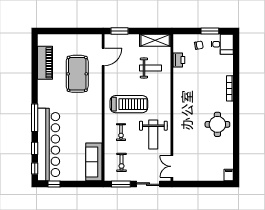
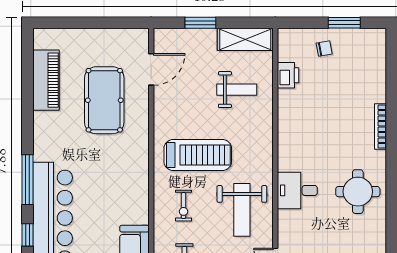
window: (120, 31) -> (200, 23), moved
desk: (222, 44) -> (297, 190), moved, turned 180

